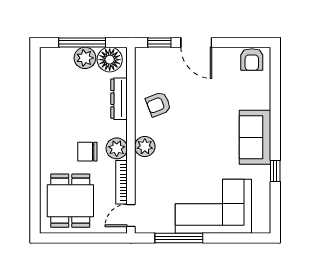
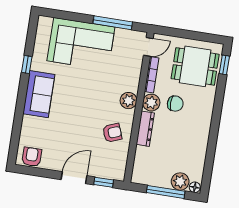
door: (196, 42) -> (74, 178), hinge flipped
plant: (85, 58) -> (180, 181), moved
floor lamp: (110, 60) -> (195, 187), moved, width x0.53, depth x0.53
dresser: (119, 99) -> (145, 129), moved
dining table: (70, 201) -> (195, 66), turned 90
window: (35, 208) -> (224, 65), added

